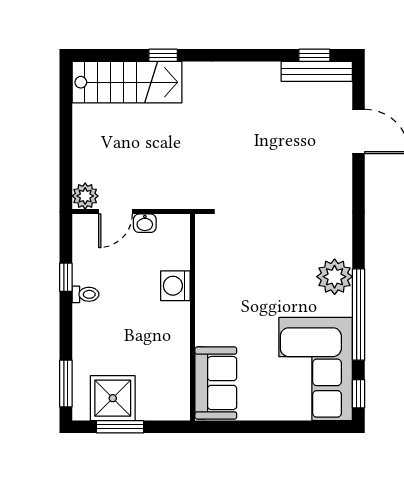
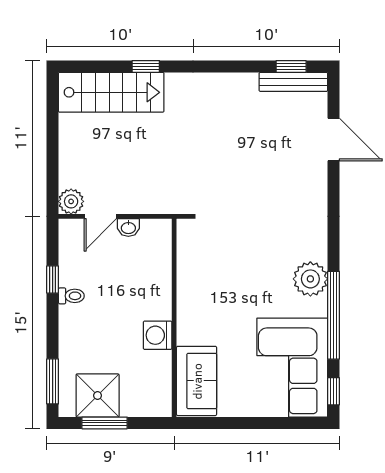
washing machine: (175, 286) -> (158, 335), moved

